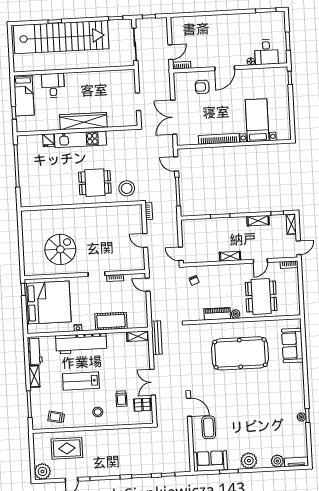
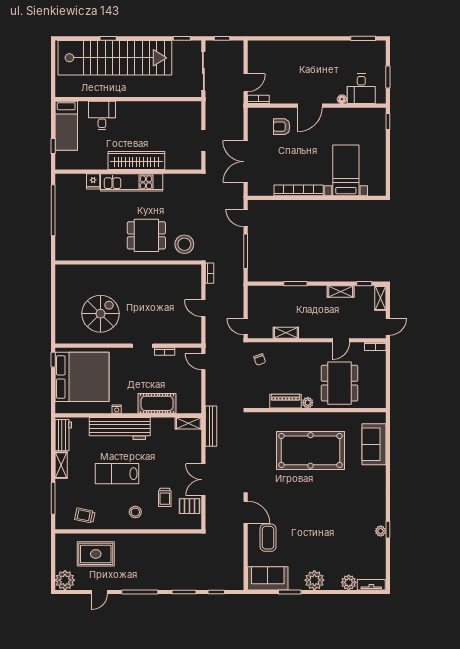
shelving: (230, 256) -> (286, 333), moved

